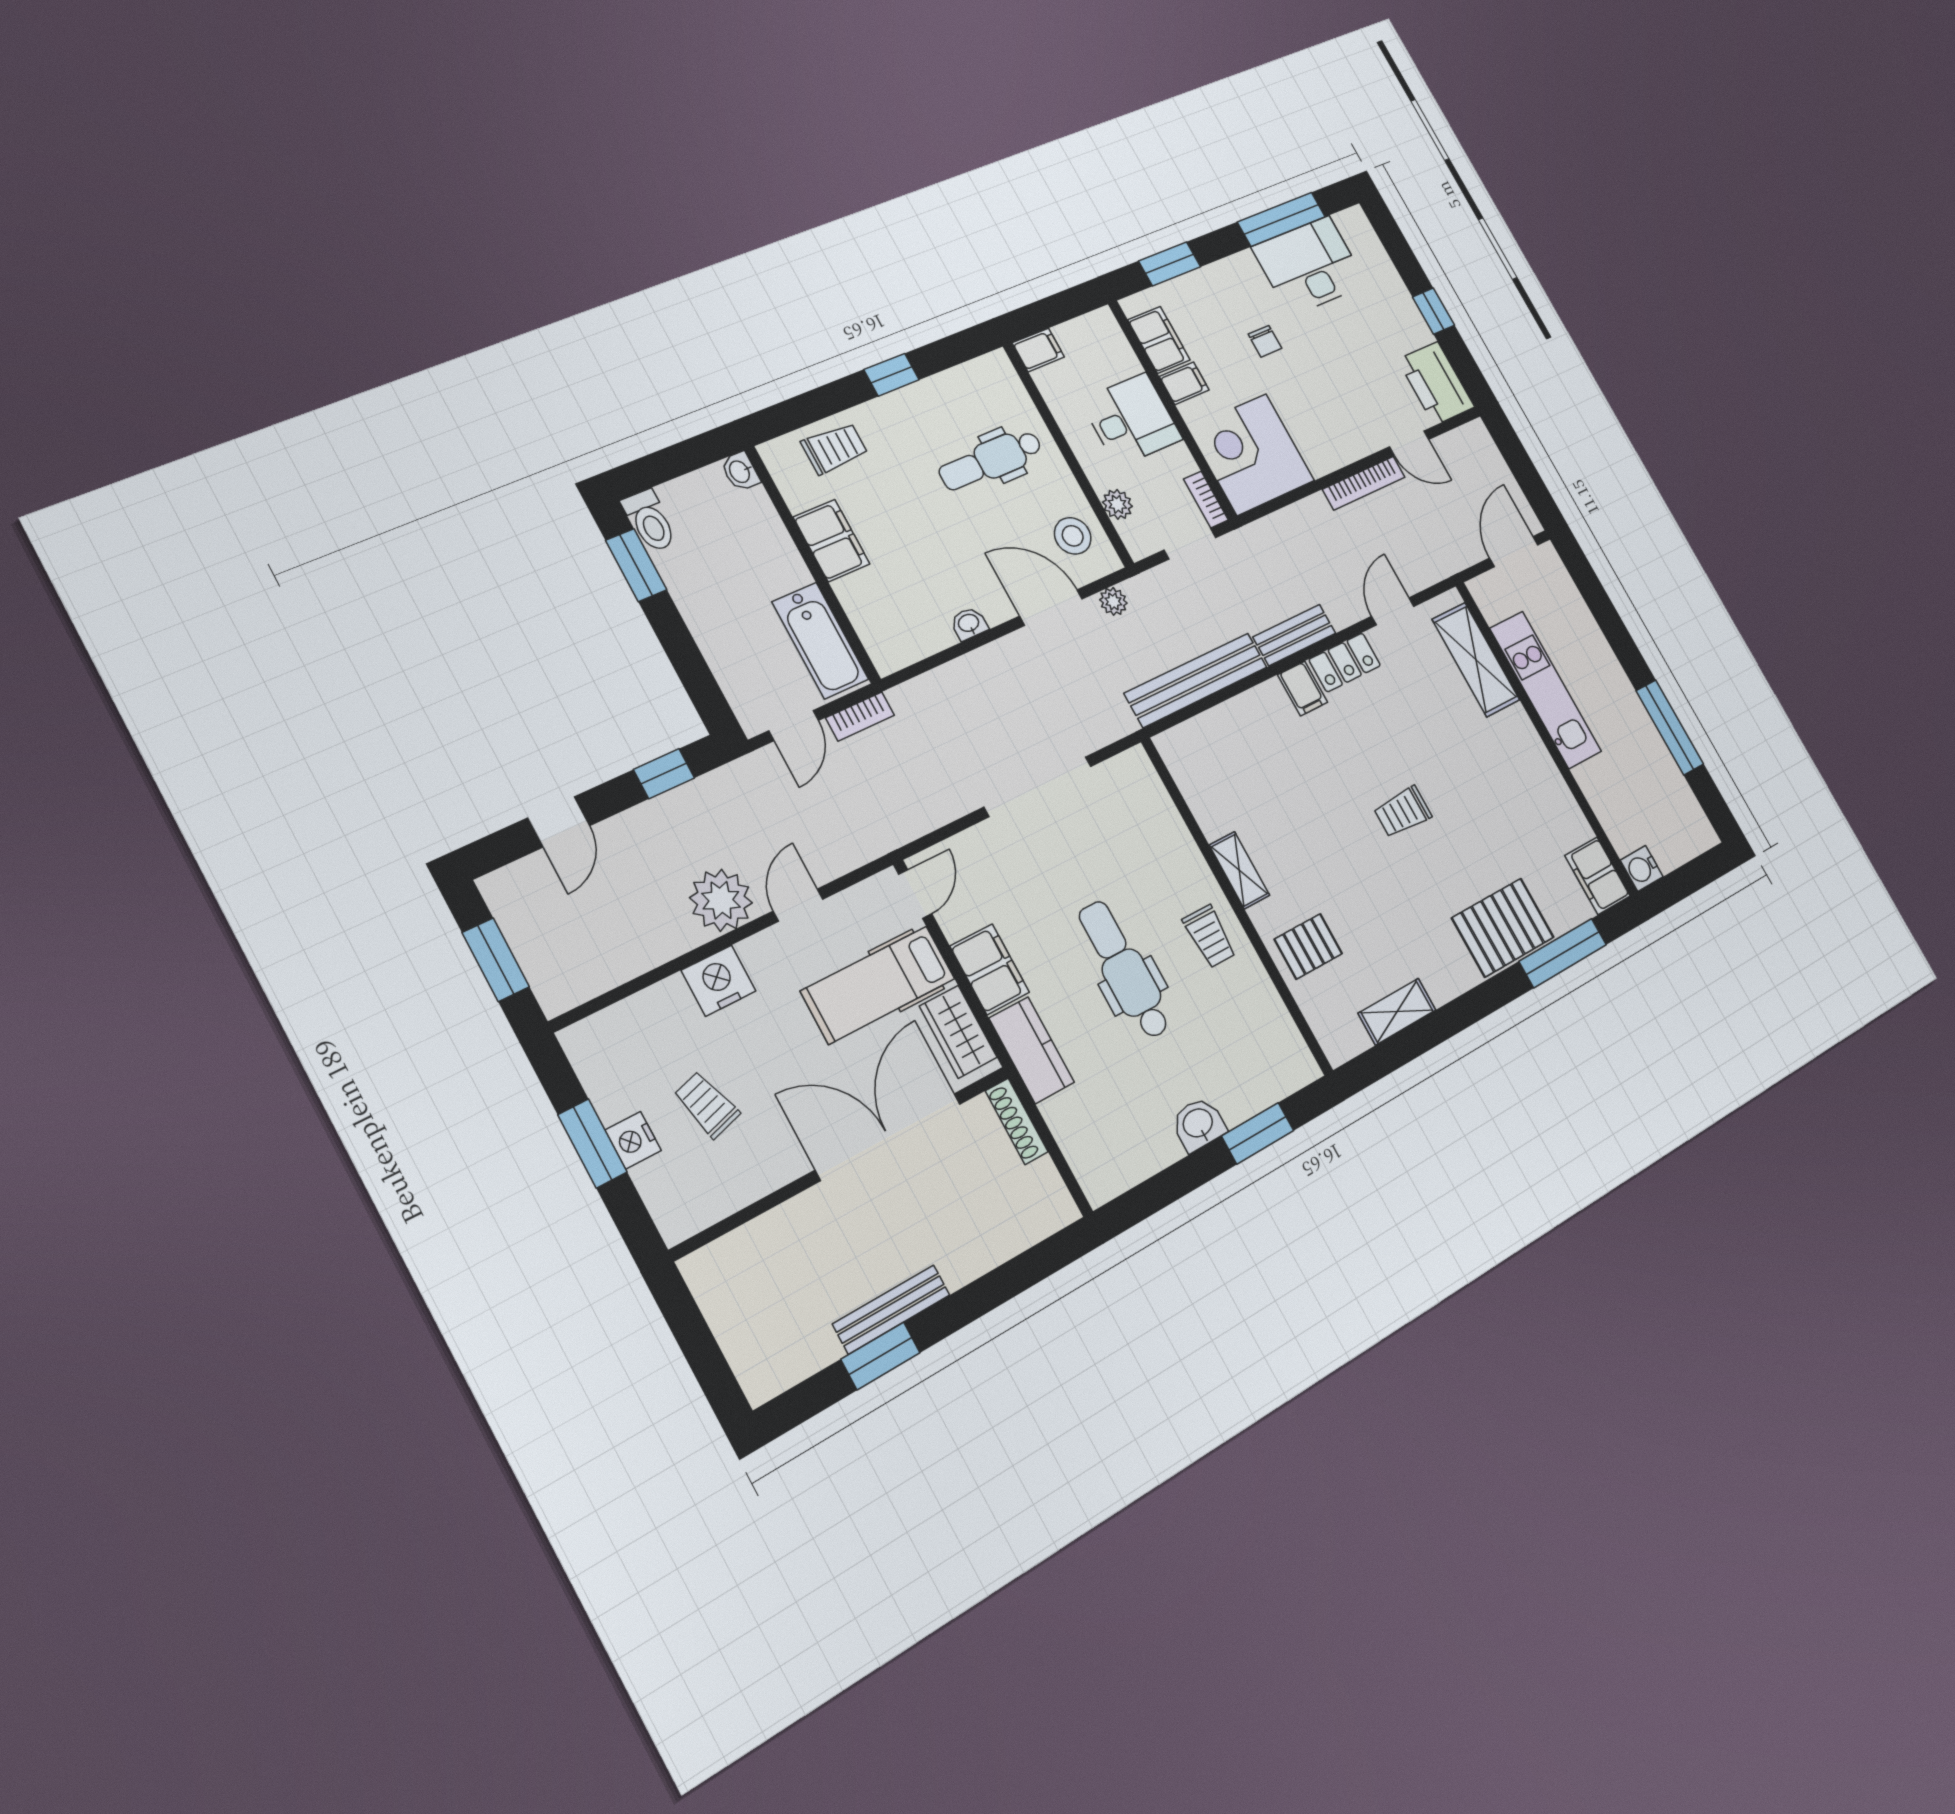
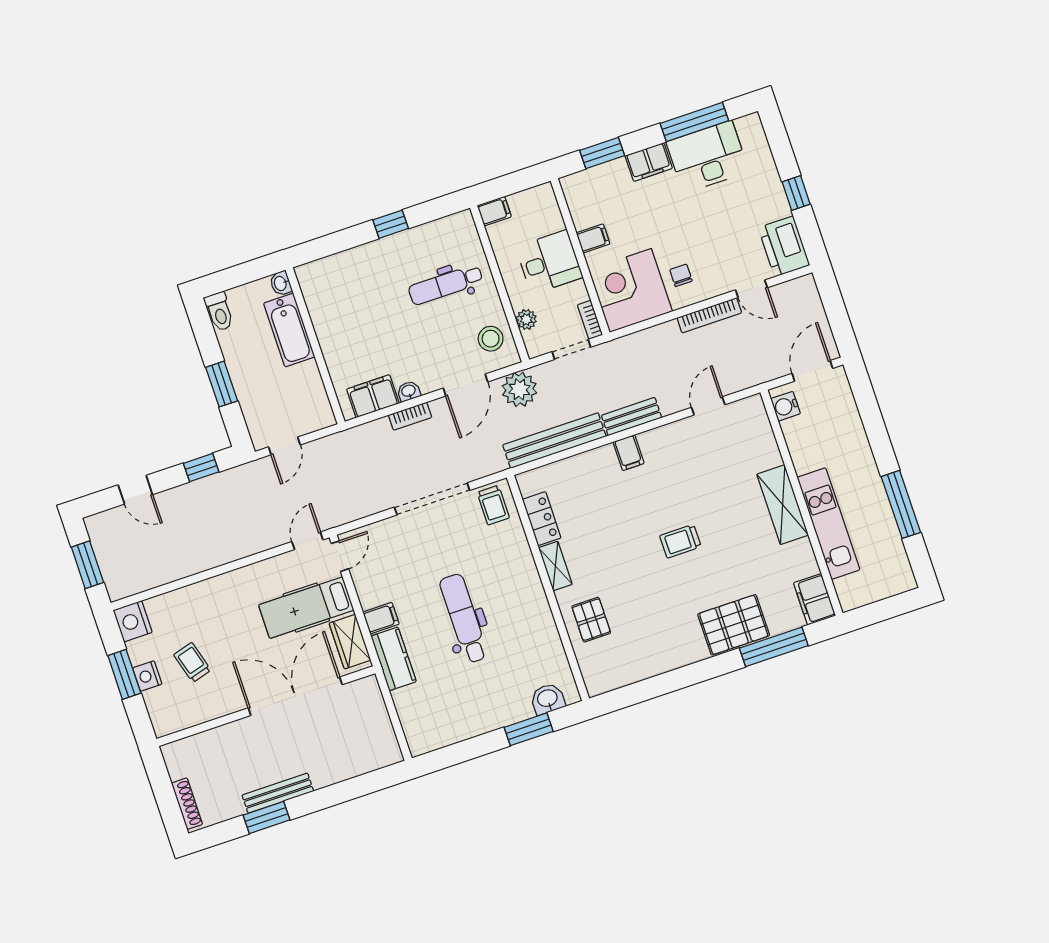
filing cabinet: (1159, 340) -> (649, 162), moved, turned 90
chair: (1265, 341) -> (681, 275), moved, turned 180
trolley: (835, 448) -> (344, 271), removed
filing cabinet: (832, 541) -> (373, 396), moved, turned -90
window: (636, 565) -> (222, 384), moved
plant: (1113, 601) -> (519, 389), width x1.88, depth x1.88
door: (1051, 608) -> (466, 385), swing flipped
bathtub: (820, 641) -> (289, 330), moved
shelving: (1476, 660) -> (783, 505), moved
locker: (1345, 662) -> (542, 519), moved, turned -90
kitchen unit: (1546, 690) -> (828, 524), moved
bookcase: (860, 716) -> (410, 416), moved
door: (559, 822) -> (135, 490), hinge flipped
water cooler: (1642, 868) -> (785, 406), moved
plant: (721, 900) -> (221, 546), removed
door: (798, 905) -> (307, 541), moved
trolley: (1209, 936) -> (493, 505), moved
pallet: (1308, 946) -> (591, 620), turned 90
filing cabinet: (990, 969) -> (381, 618), width x0.50
nightstand: (719, 981) -> (133, 621), moved, turned -90
shelving: (1397, 1012) -> (643, 669), removed
shoe rack: (1017, 1121) -> (187, 804), moved, turned 180
washbasin: (1198, 1124) -> (548, 699), moved

